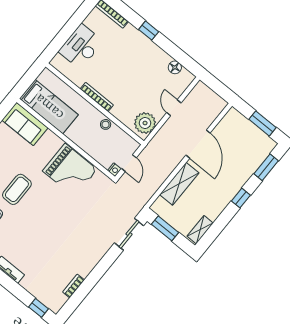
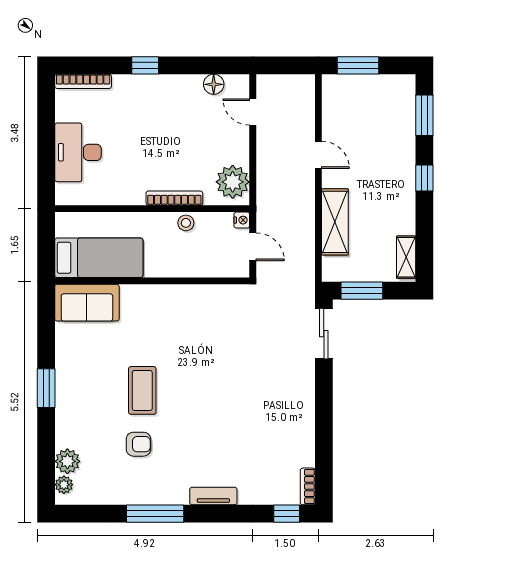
bookcase: (97, 97) -> (174, 198), moved
door: (174, 108) -> (253, 112), moved
window: (263, 123) -> (358, 65), moved
door: (198, 144) -> (318, 155), width x0.53
grand piano: (70, 170) -> (188, 314), removed
nightstand: (114, 170) -> (242, 220), moved
bookcase: (74, 286) -> (308, 486), moved

